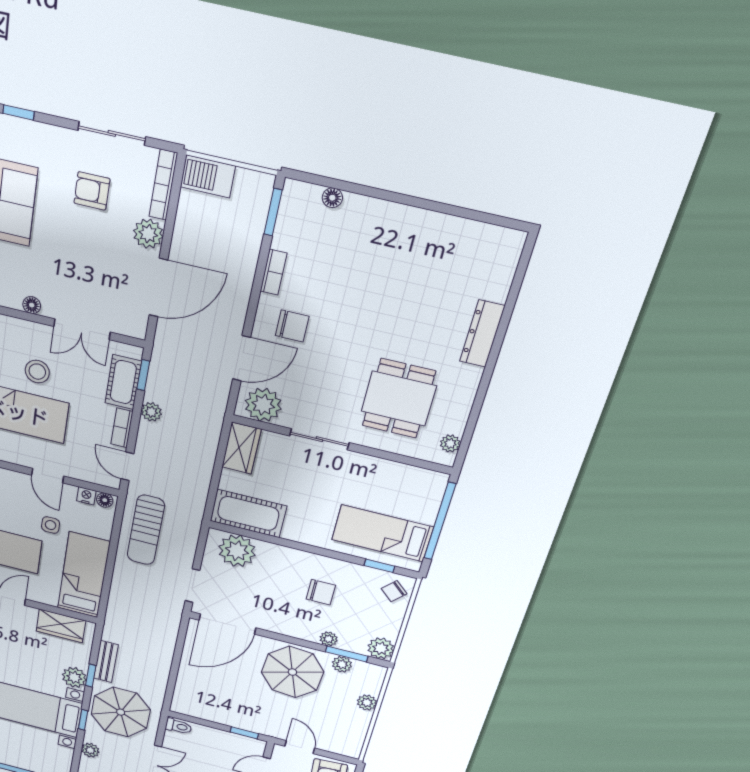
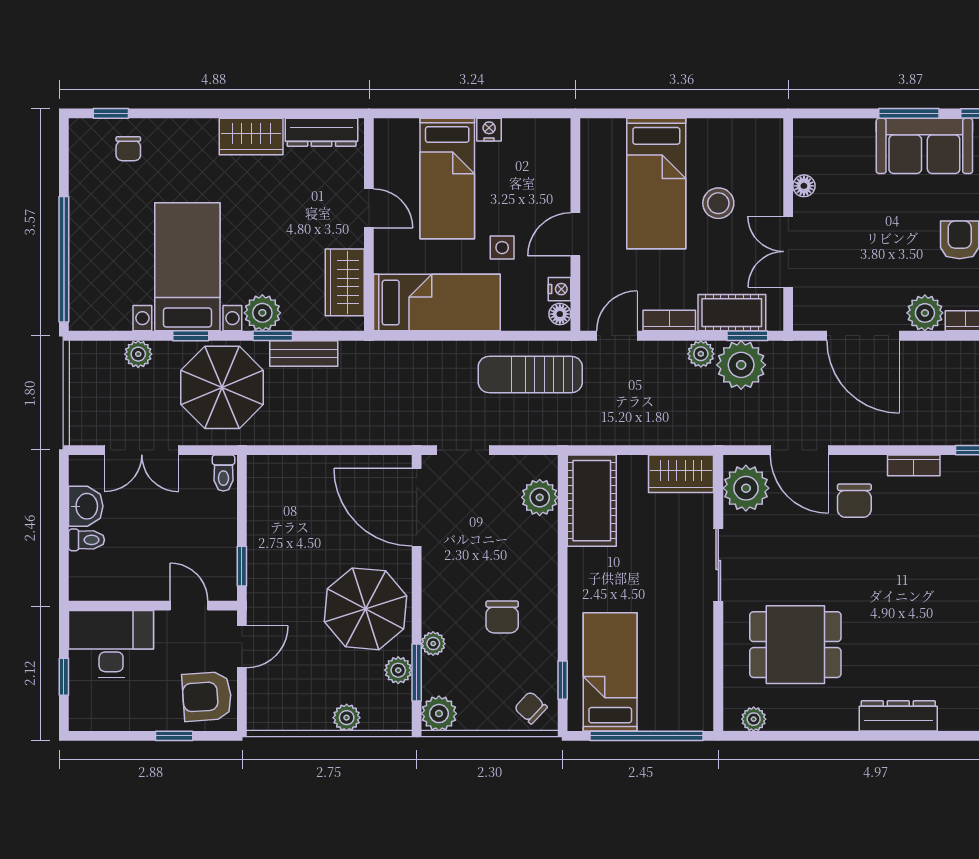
plant: (165, 385) -> (741, 365), added
plant: (237, 551) -> (540, 497), width x0.73, depth x0.73

